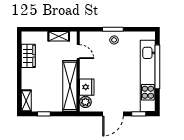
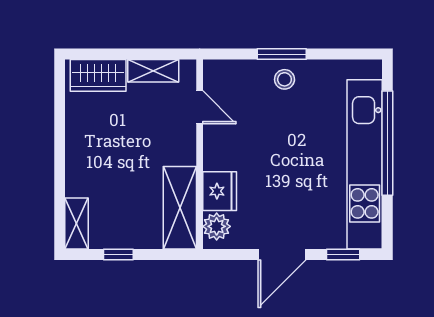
wardrobe: (28, 56) -> (98, 75), moved, turned 90
shelving: (70, 86) -> (180, 208), width x0.68

